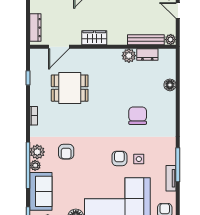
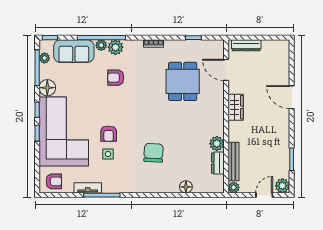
chair: (138, 116) -> (153, 153), turned -87
armchair: (119, 158) -> (109, 134), turned 90

